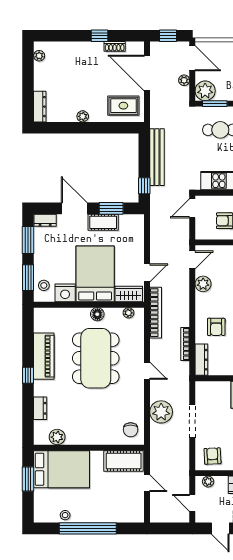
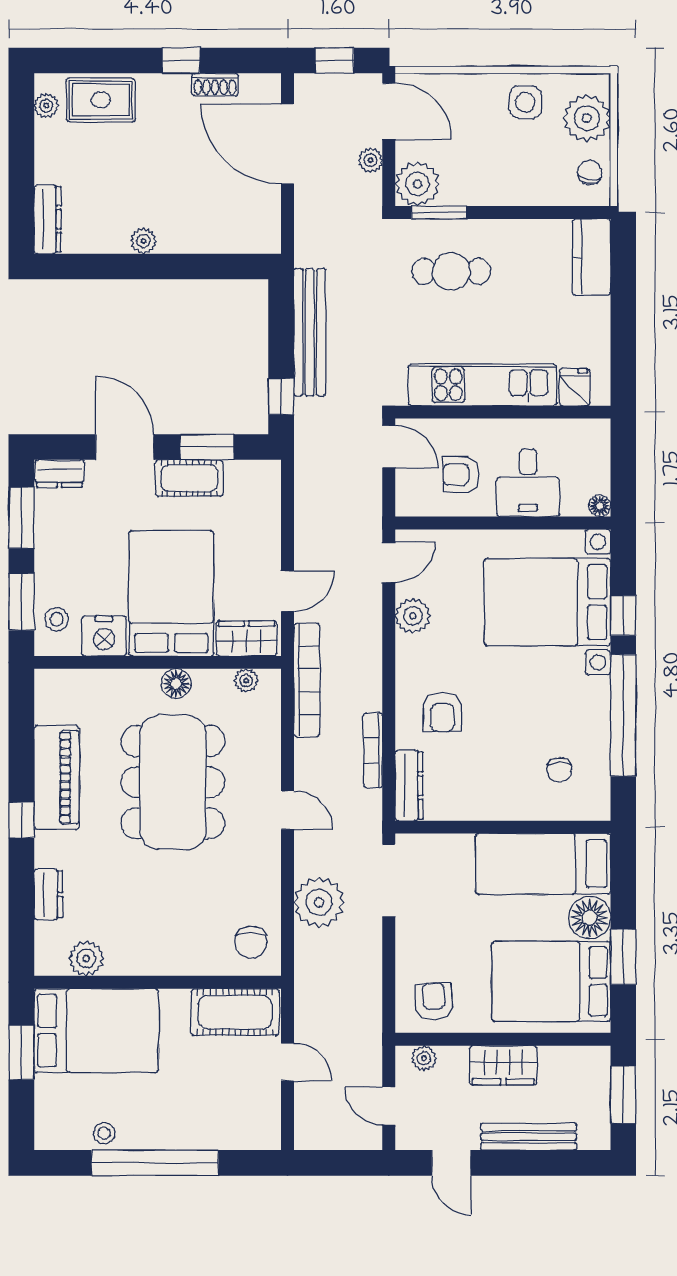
rug: (123, 106) -> (101, 100), moved
door: (192, 208) -> (389, 447), swing flipped
doorway: (192, 421) -> (389, 881), moved

